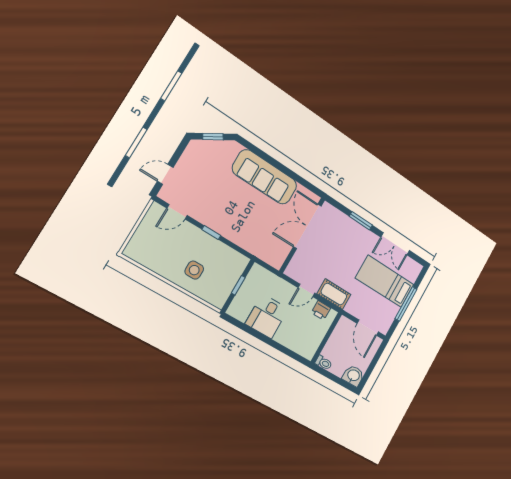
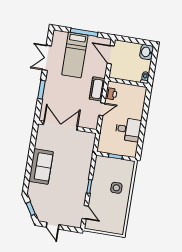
door: (165, 174) -> (53, 226), moved
sofa: (265, 177) -> (41, 166), width x0.73
double door: (307, 226) -> (60, 126), swing flipped
double door: (395, 244) -> (47, 58), swing flipped
door: (306, 290) -> (102, 109), hinge flipped
door: (368, 328) -> (111, 55), swing flipped

